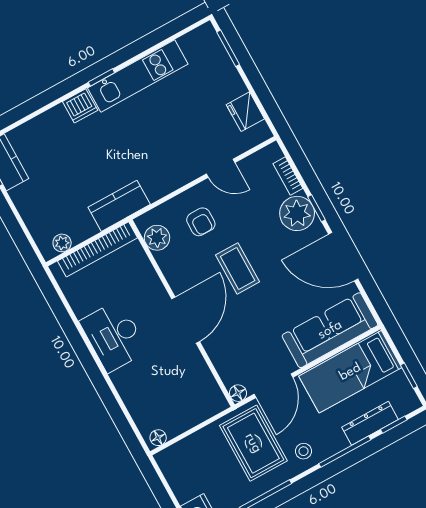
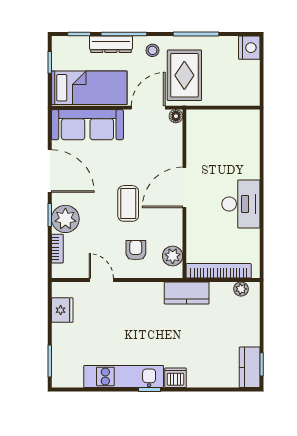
dresser: (370, 423) -> (111, 44), moved
floor lamp: (158, 438) -> (249, 116), removed

